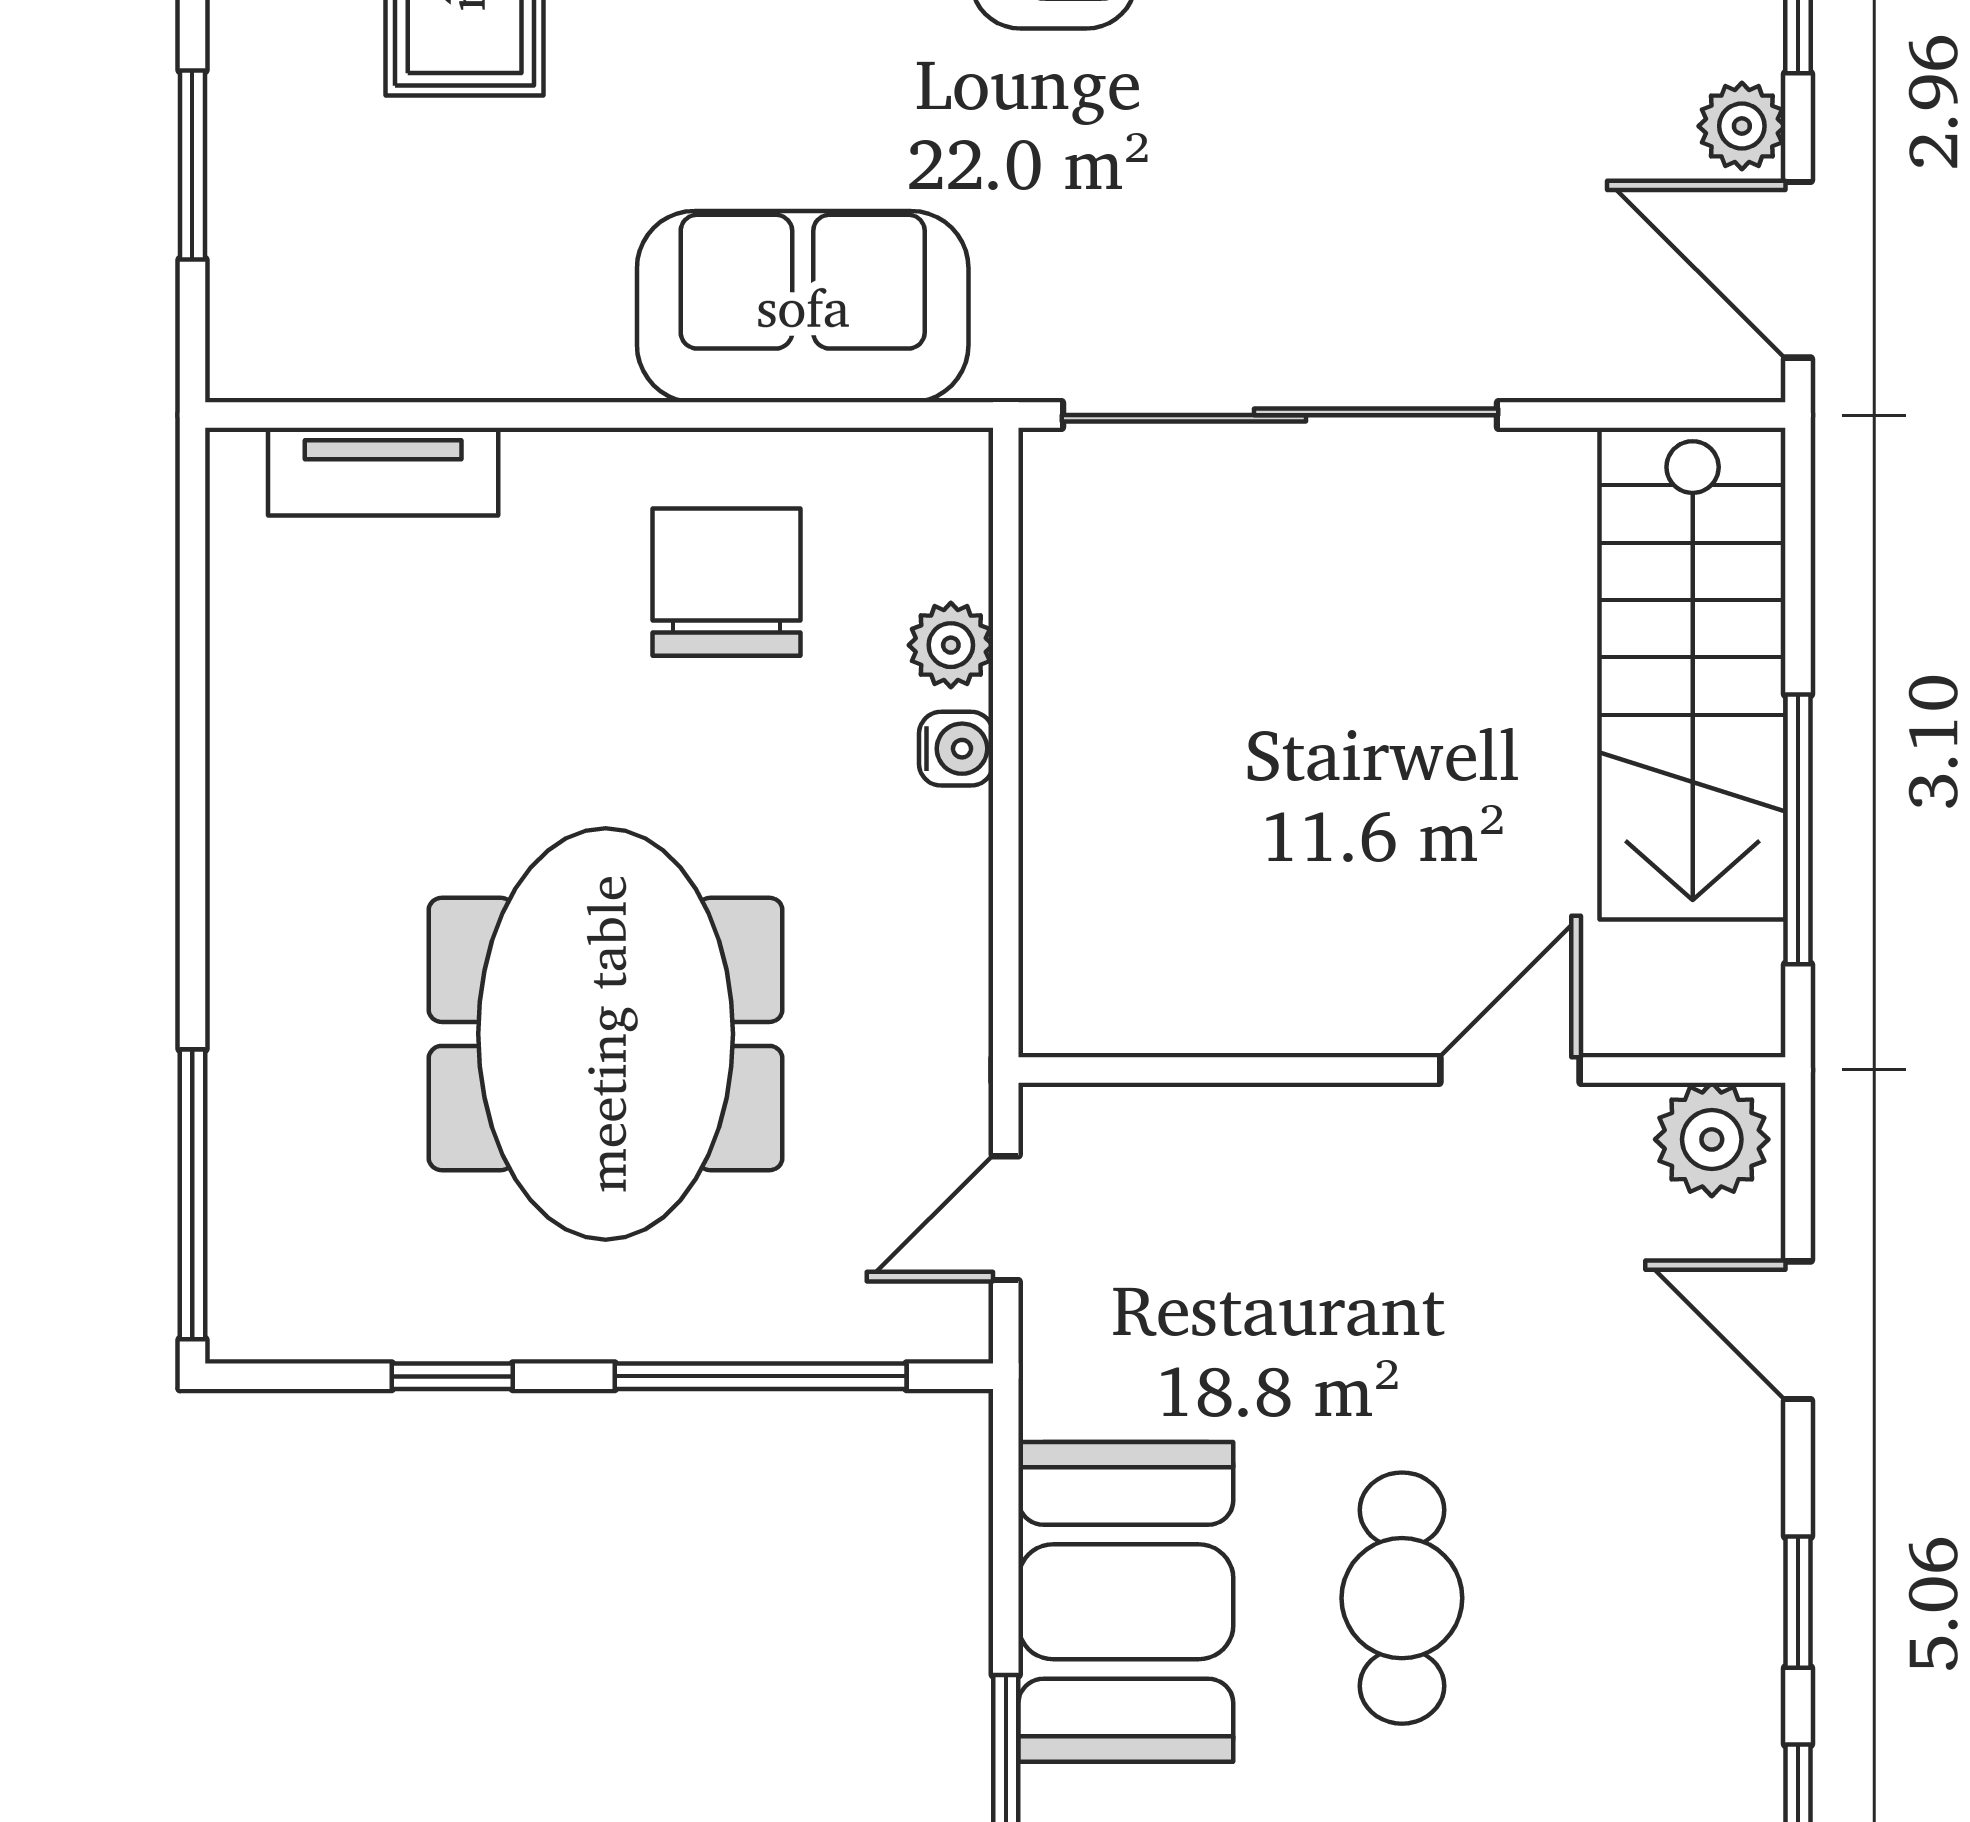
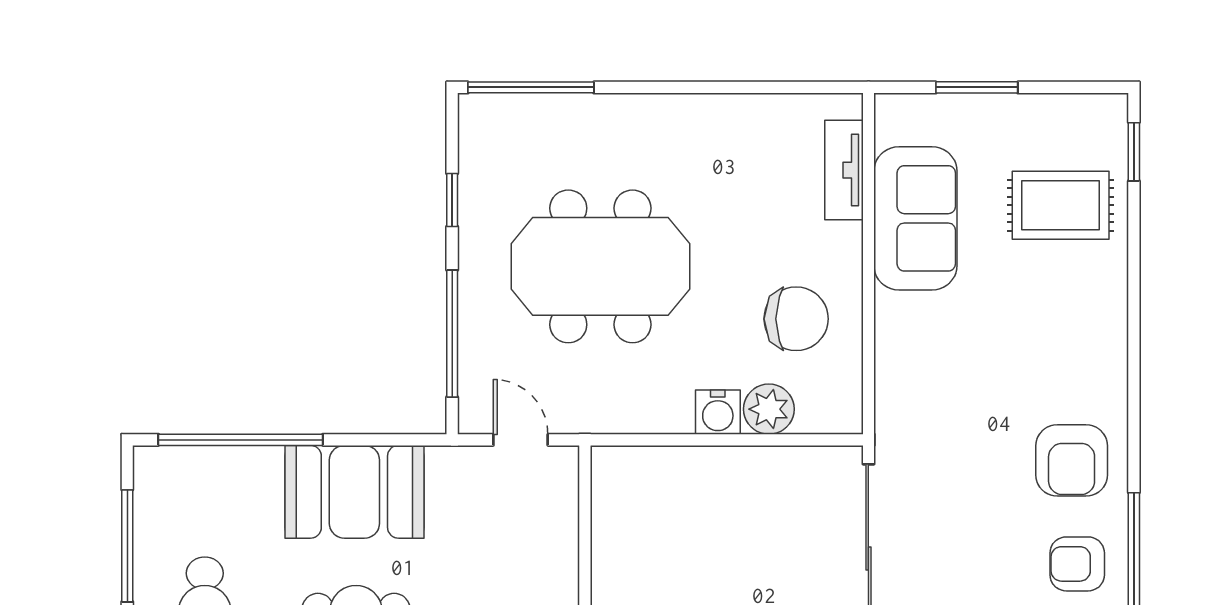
sofa: (803, 307) -> (915, 218), moved
plant: (951, 645) -> (769, 409), width x1.38, depth x1.38
water cooler: (956, 749) -> (718, 412), width x1.38, depth x1.38

